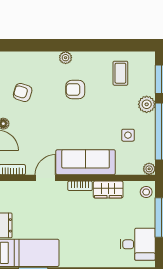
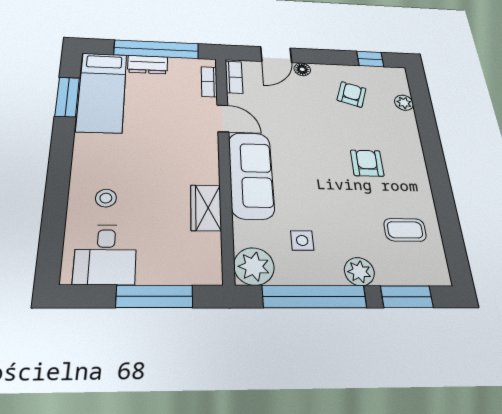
plant: (66, 58) -> (404, 103), moved
plant: (149, 169) -> (254, 266), width x1.88, depth x1.88
bookcase: (80, 186) -> (209, 82), moved
stool: (146, 192) -> (106, 198), moved

